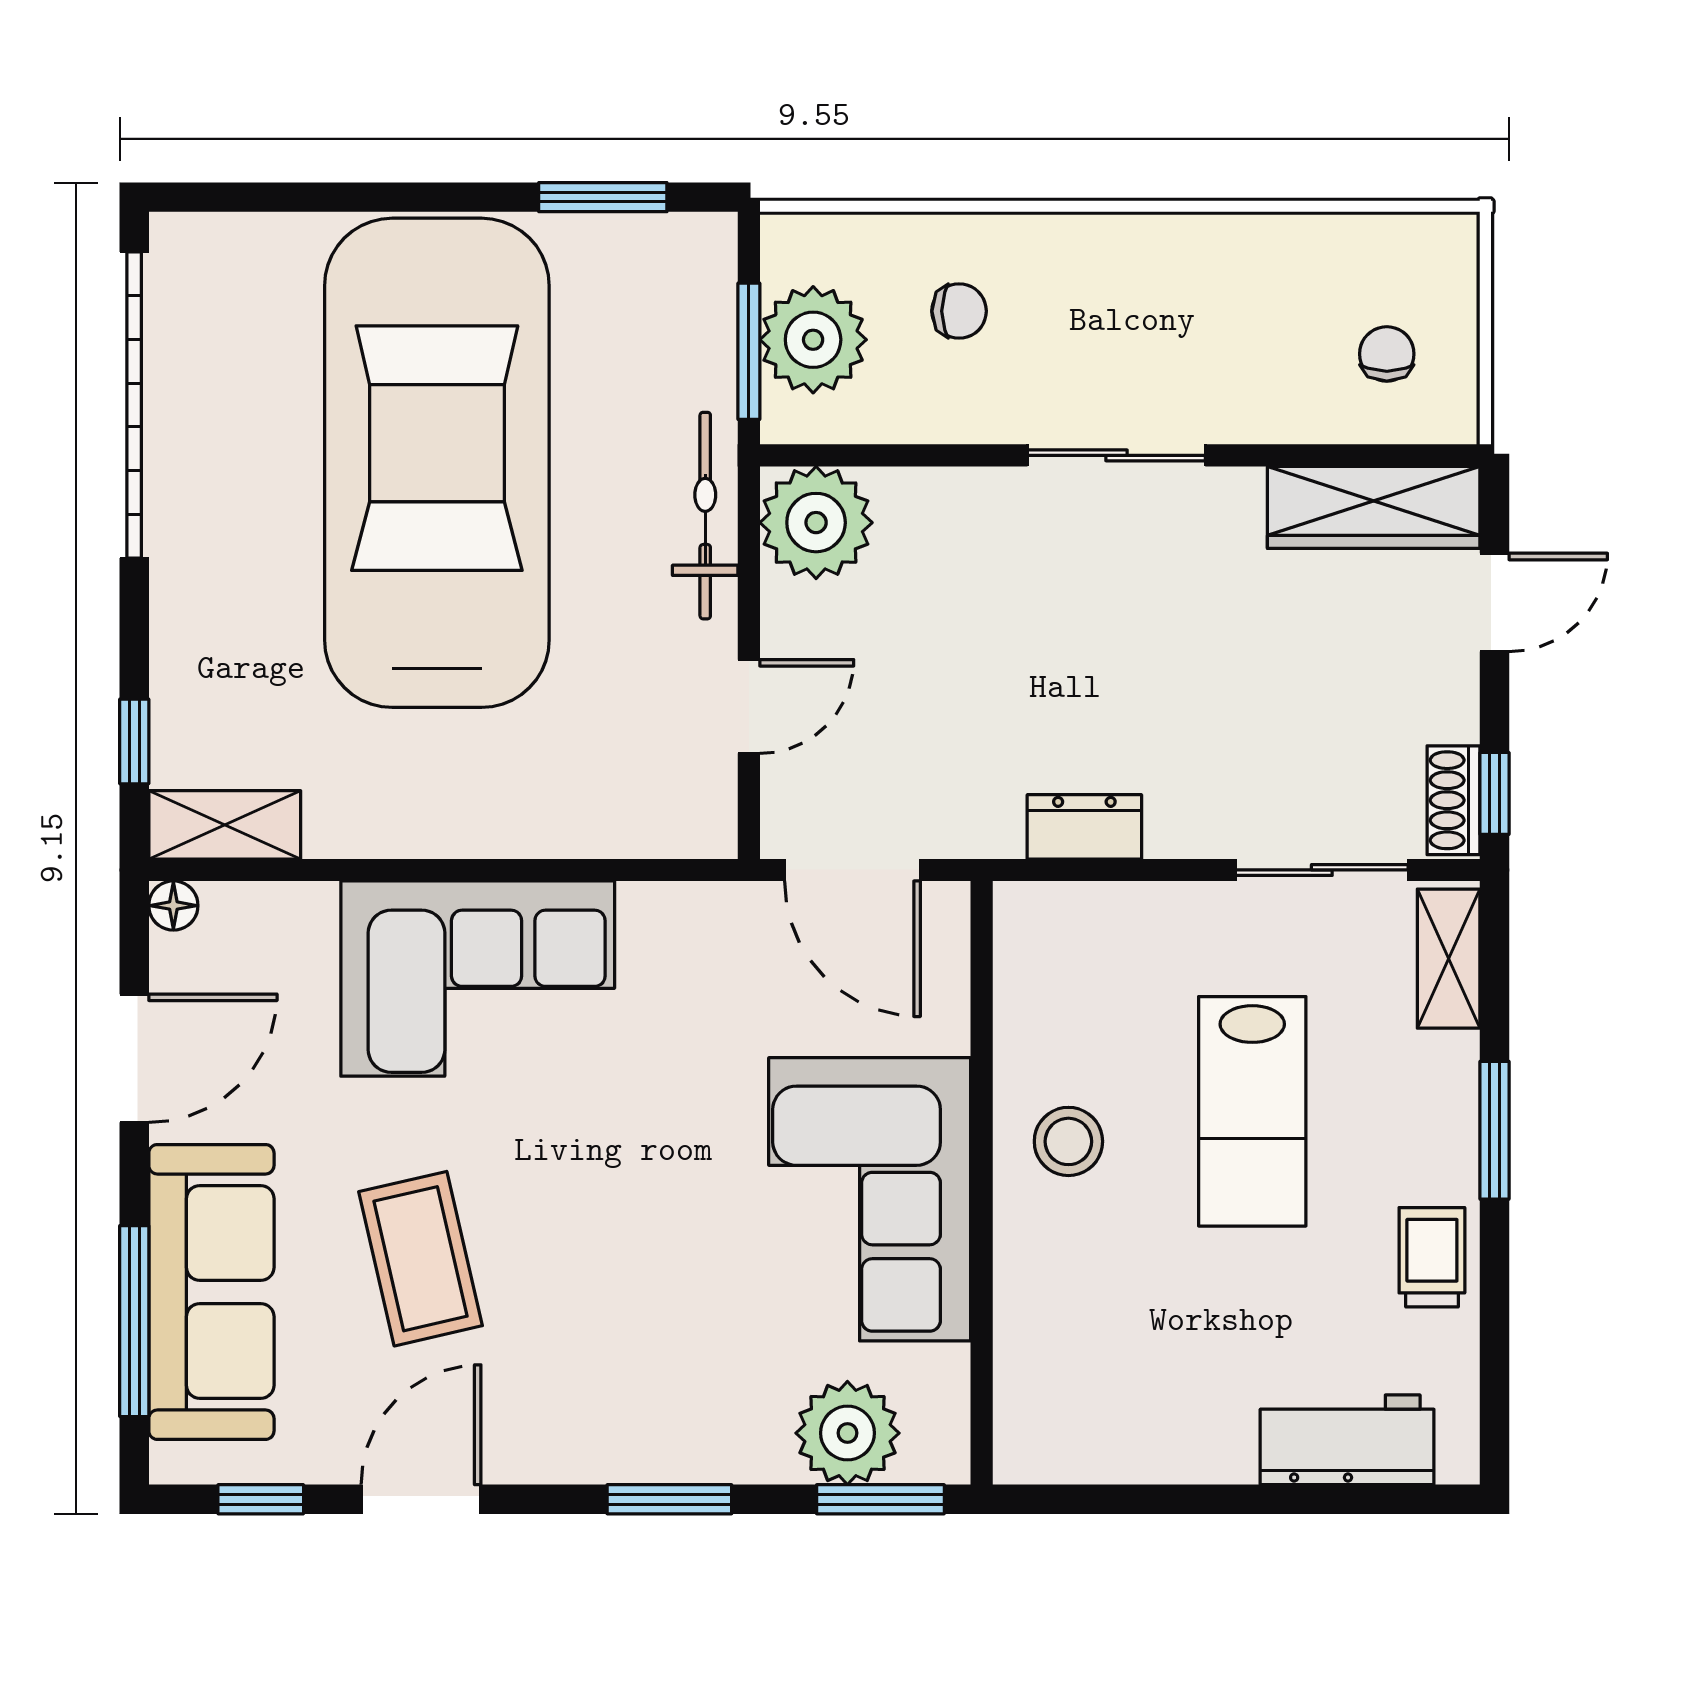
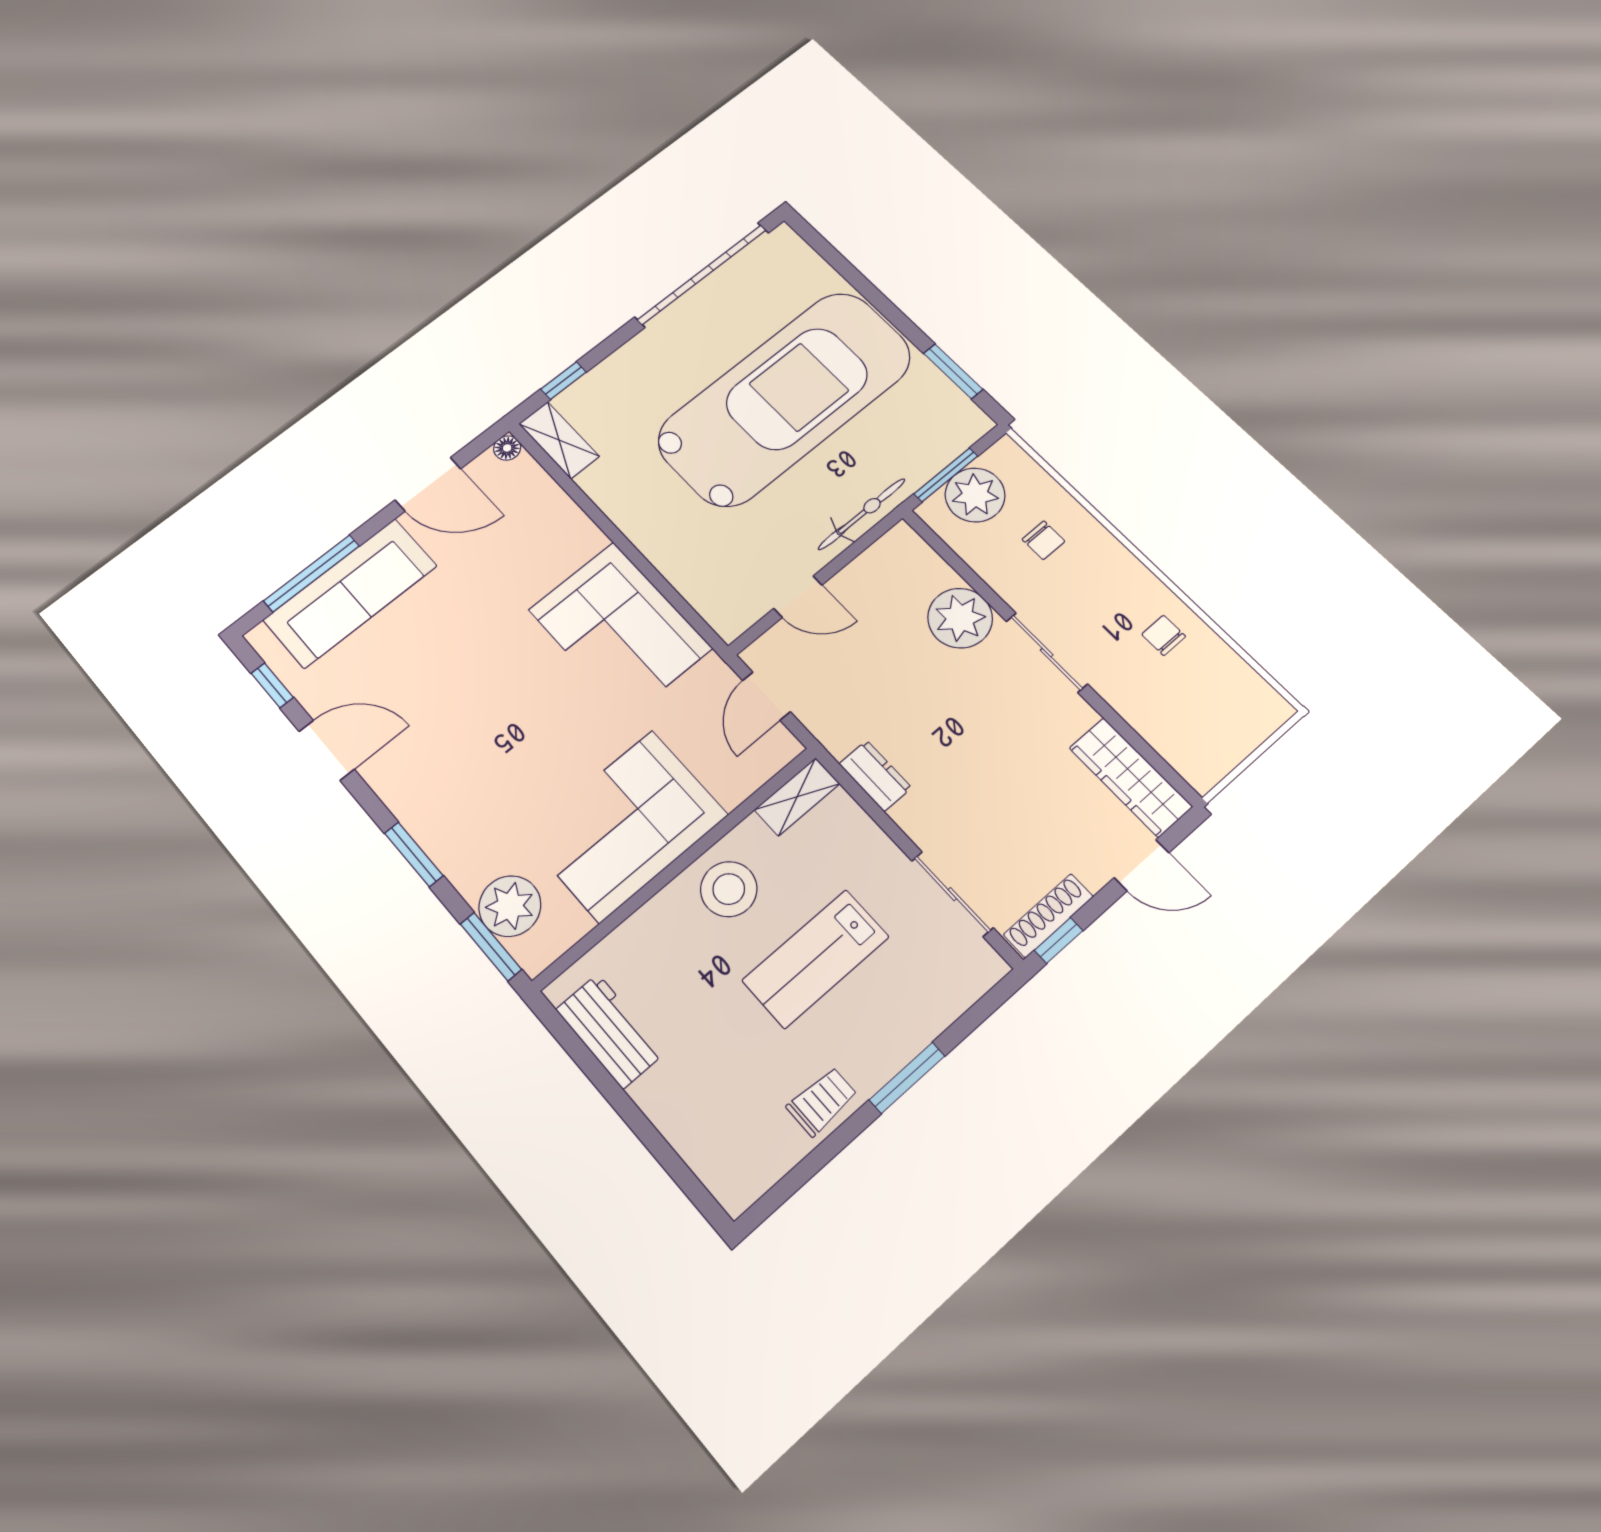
chair: (1387, 354) -> (1164, 635), moved, turned -90
plant: (816, 523) -> (960, 618), moved
shoe rack: (1453, 800) -> (1048, 916), width x1.43
door: (853, 870) -> (766, 696), width x0.73
shelving: (1449, 959) -> (797, 797), moved
corner sofa: (478, 979) -> (620, 629), moved
stool: (1068, 1141) -> (729, 889), width x1.38, depth x1.38
coffee table: (420, 1259) -> (437, 663), removed
workbench: (1347, 1440) -> (610, 1031), moved

